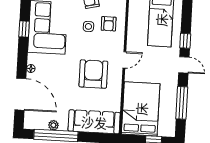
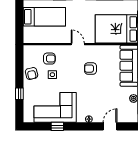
armchair: (93, 74) -> (90, 69), width x0.53, depth x0.53
door: (20, 94) -> (110, 126), width x0.53

